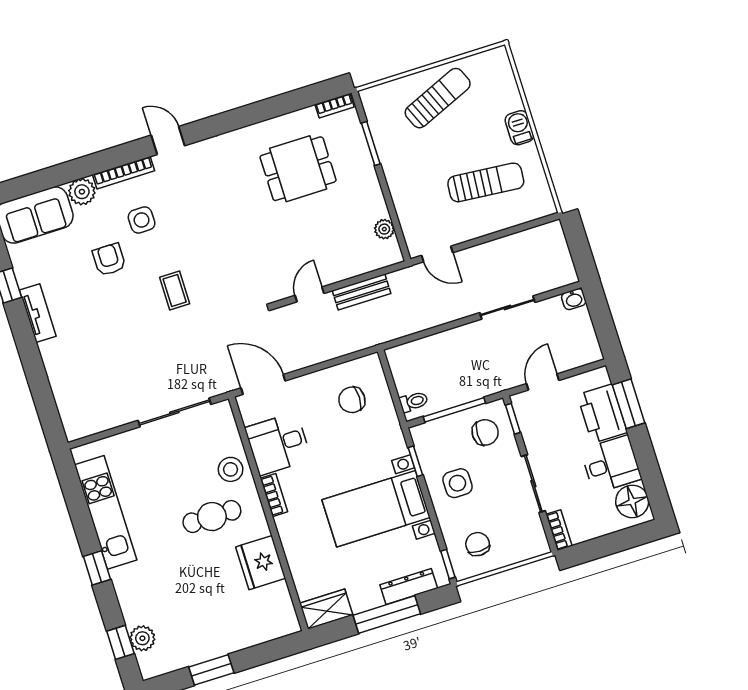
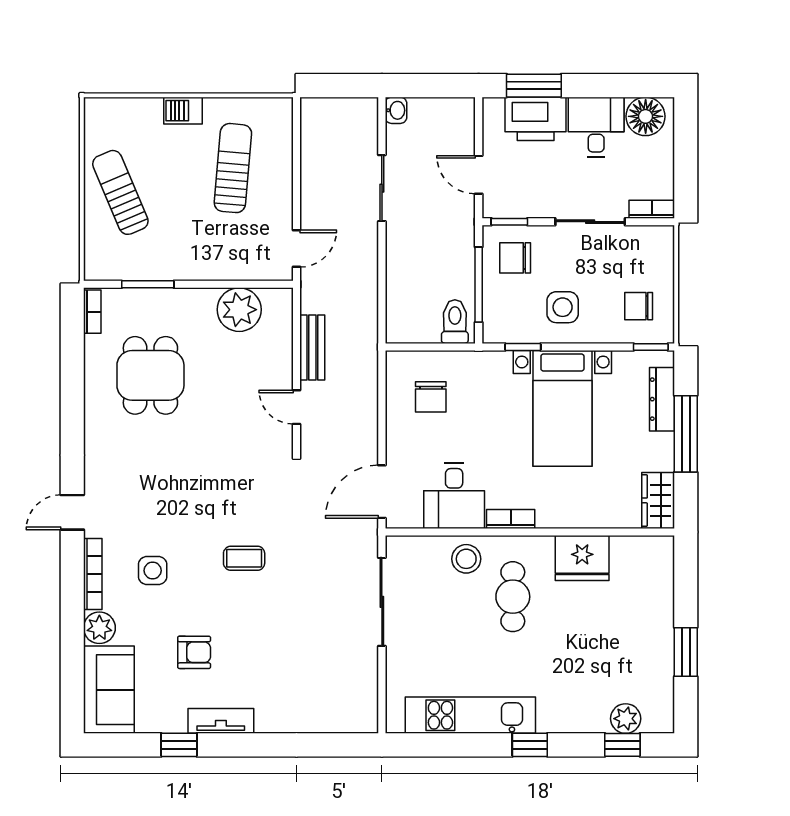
plant: (384, 229) -> (239, 310), width x1.87, depth x1.87
armchair: (109, 260) -> (194, 652), moved, turned 180
toilet: (414, 402) -> (455, 322), width x1.37, depth x1.39
chair: (485, 432) -> (515, 258), turned -90

